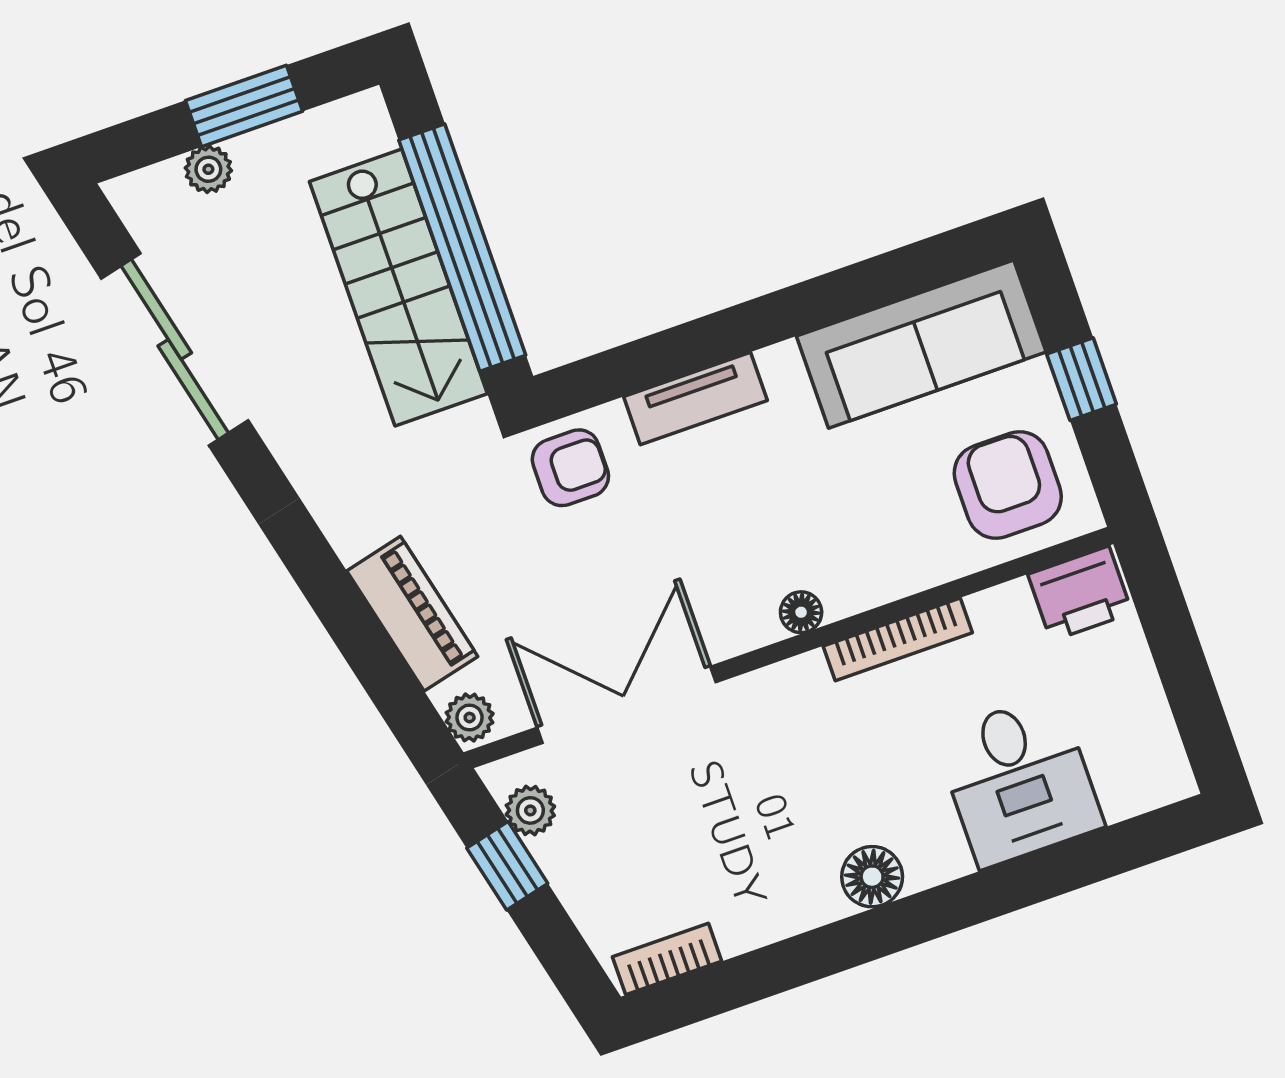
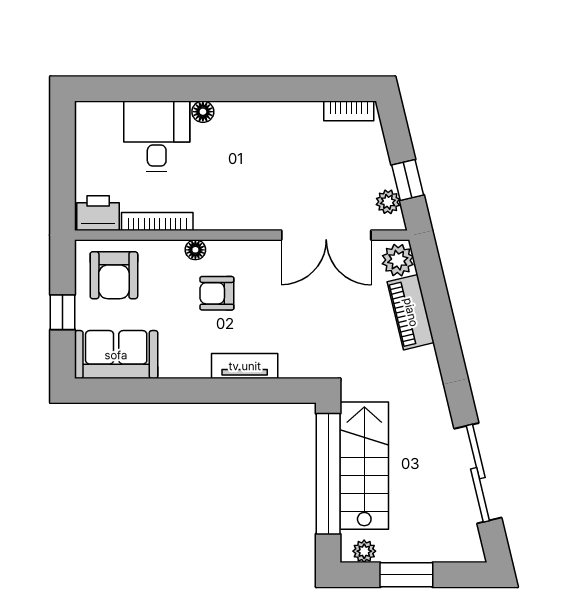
plant: (208, 169) -> (364, 551), moved
sofa: (921, 344) -> (116, 355), width x0.73
armchair: (570, 468) -> (217, 293), moved
floor lamp: (801, 612) -> (195, 250), moved
bookcase: (898, 639) -> (157, 222), moved
plant: (470, 718) -> (398, 260), width x1.38, depth x1.38
floor lamp: (872, 877) -> (203, 112), moved, width x0.73, depth x0.73

